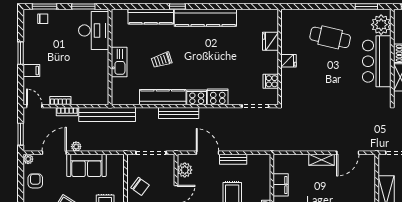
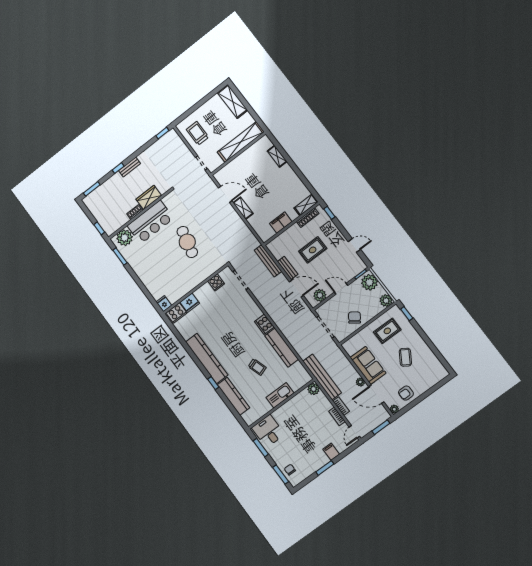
desk: (94, 30) -> (268, 431), width x0.73
cafe table: (330, 37) -> (187, 242), moved
fridge: (289, 61) -> (164, 304), moved
cooker: (218, 97) -> (176, 313), moved, turned -90
plant: (102, 98) -> (314, 389), added
bench: (179, 113) -> (268, 261), moved
door: (208, 153) -> (296, 289), swing flipped

